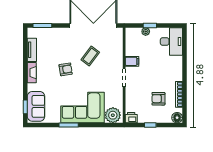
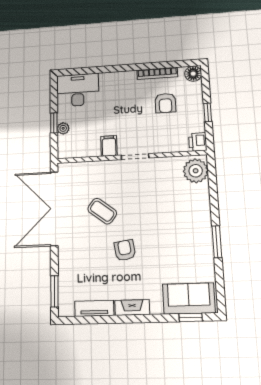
corner sofa: (83, 108) -> (186, 220), removed

